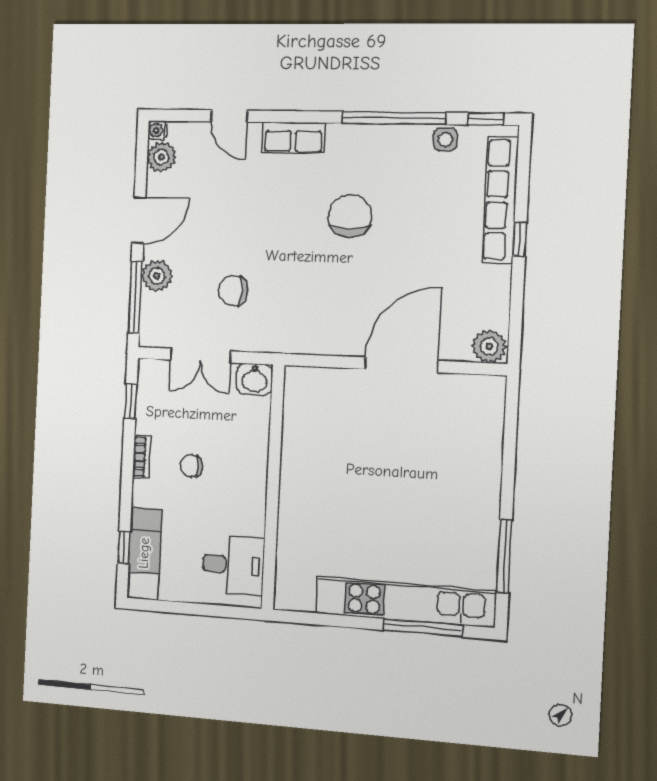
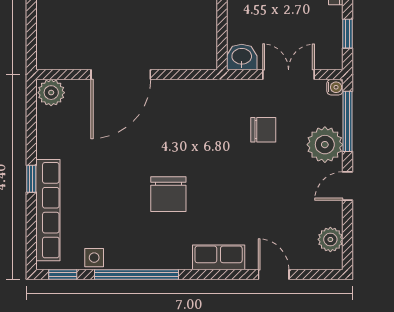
water cooler: (157, 130) -> (335, 87), moved
door: (139, 220) -> (347, 186), width x0.73
plant: (157, 276) -> (325, 145), width x1.36, depth x1.36

